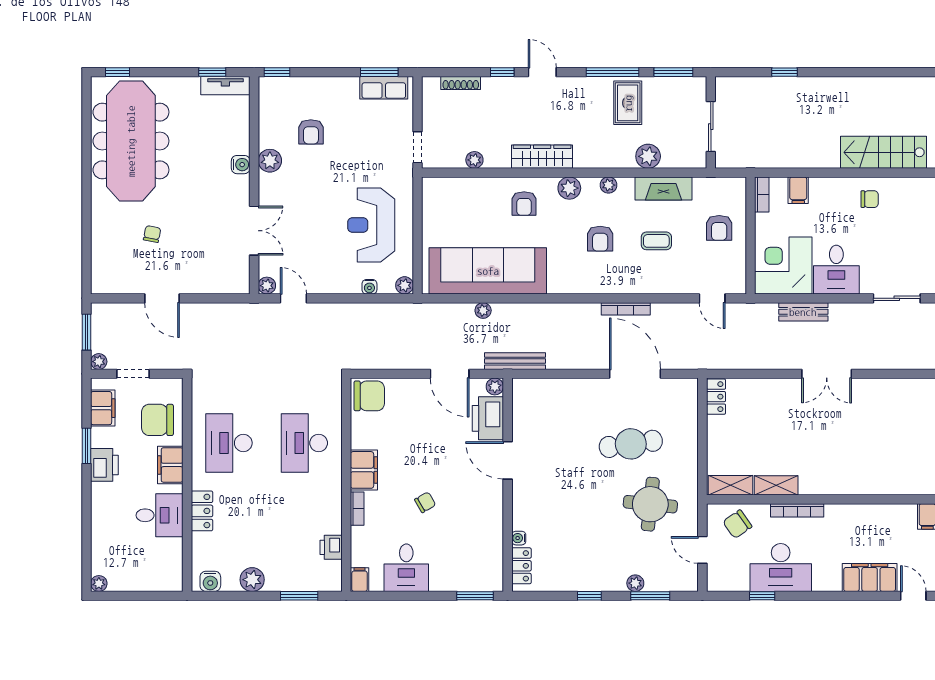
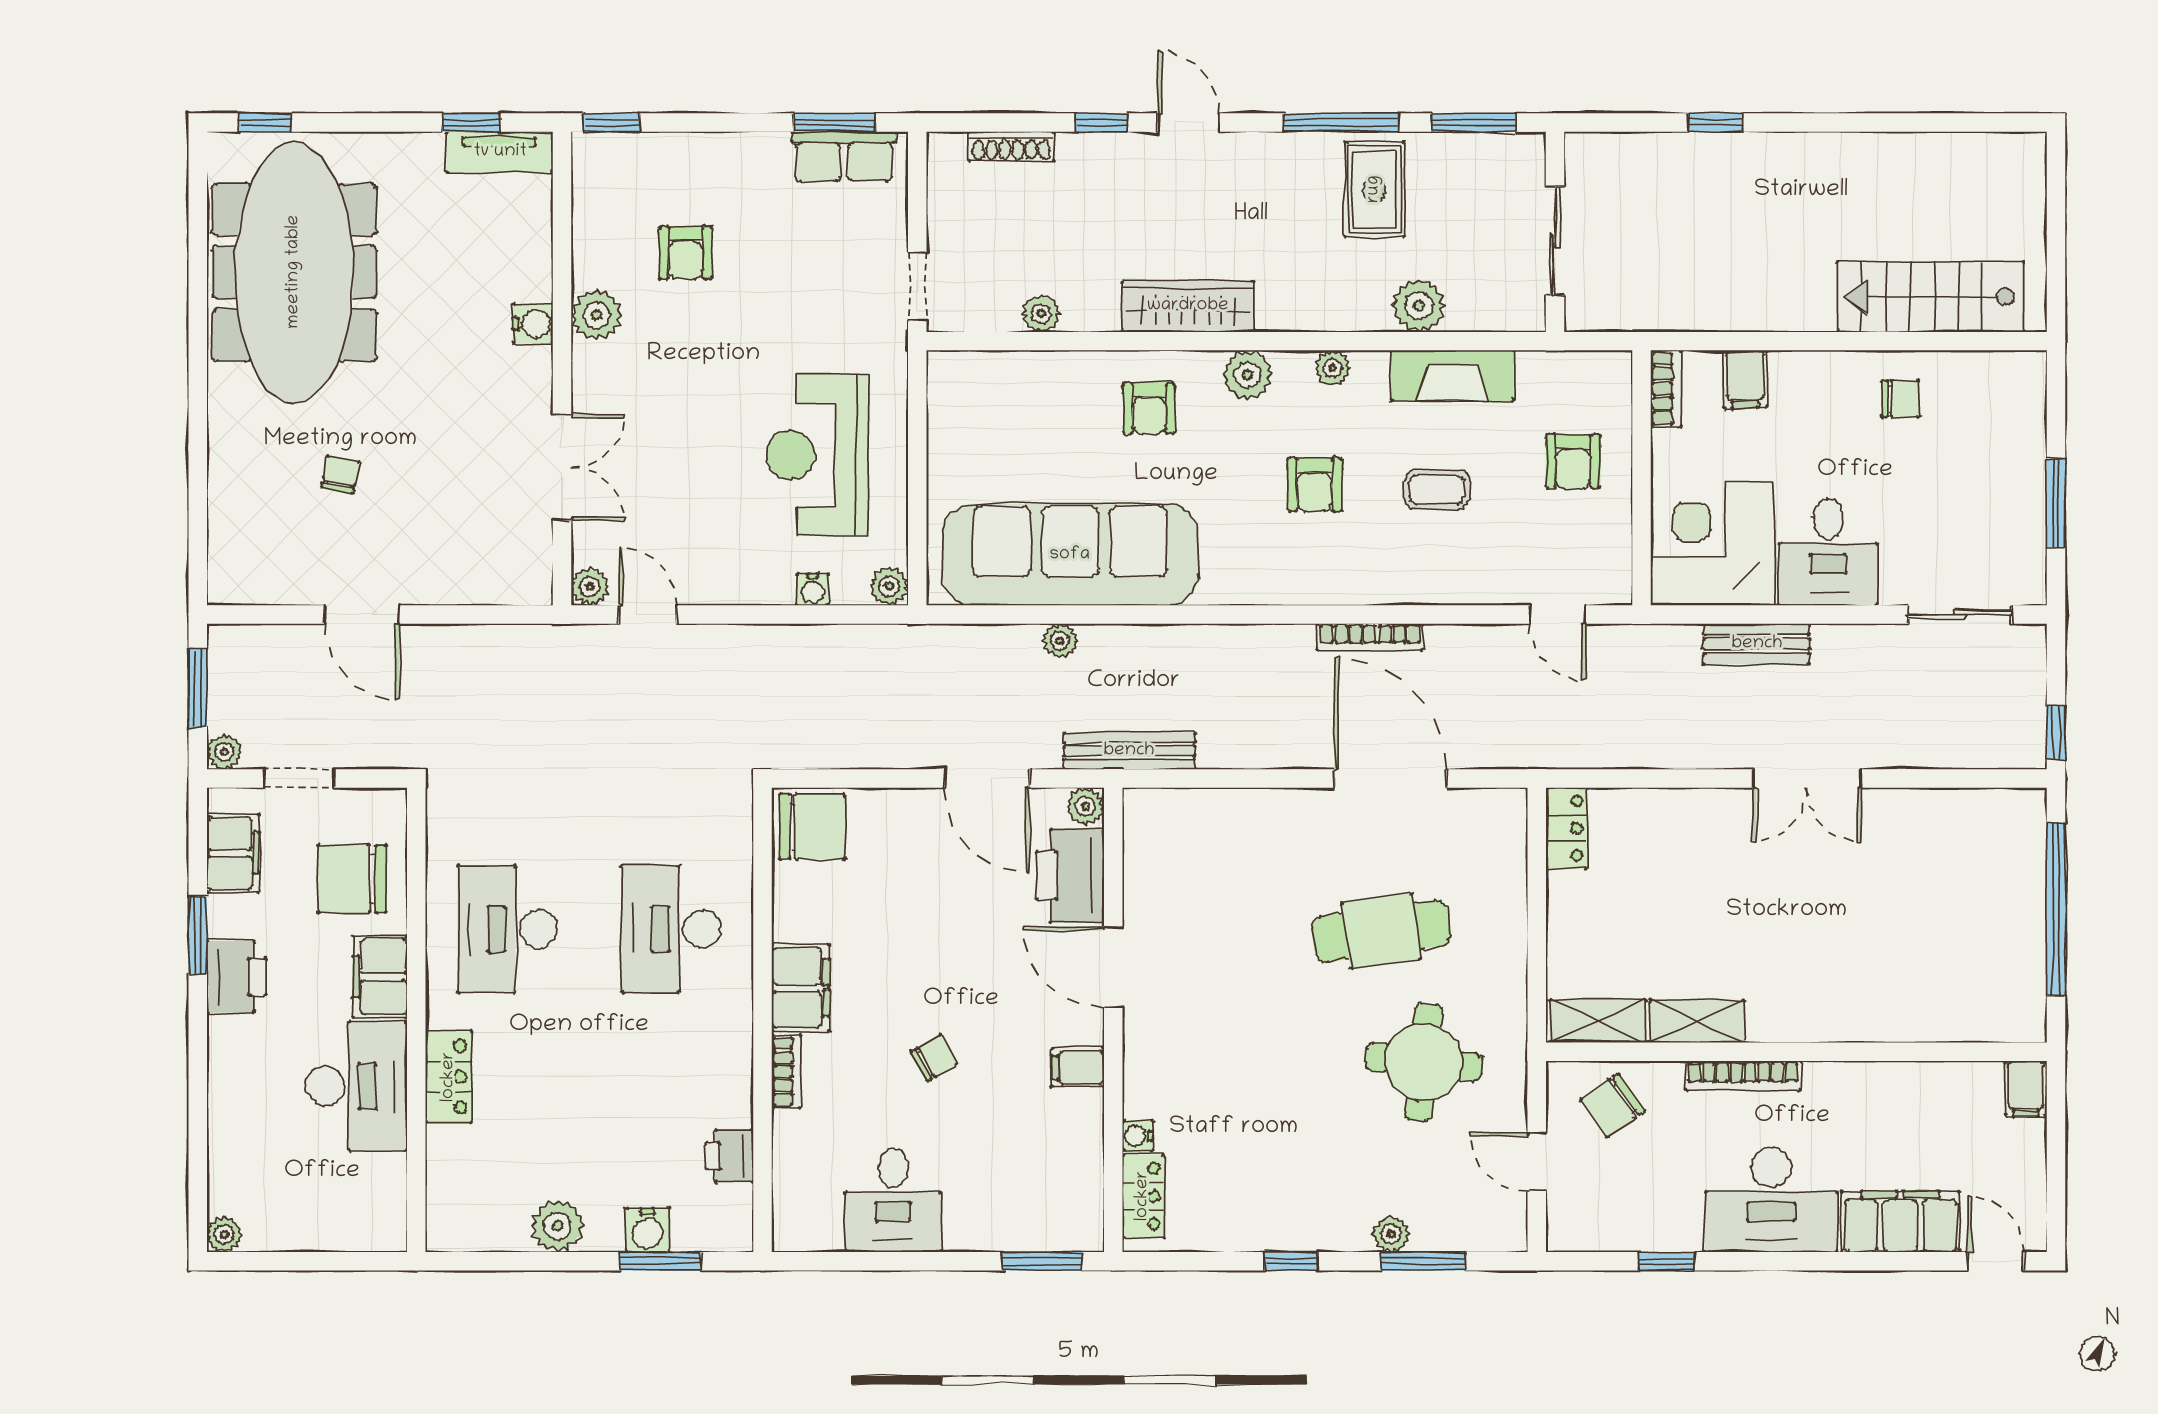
desk: (160, 515) -> (356, 1086), width x1.37
desk: (781, 568) -> (1771, 1200), moved
filing cabinet: (359, 580) -> (1078, 1067), moved, turned -90
water cooler: (210, 581) -> (648, 1230), moved

